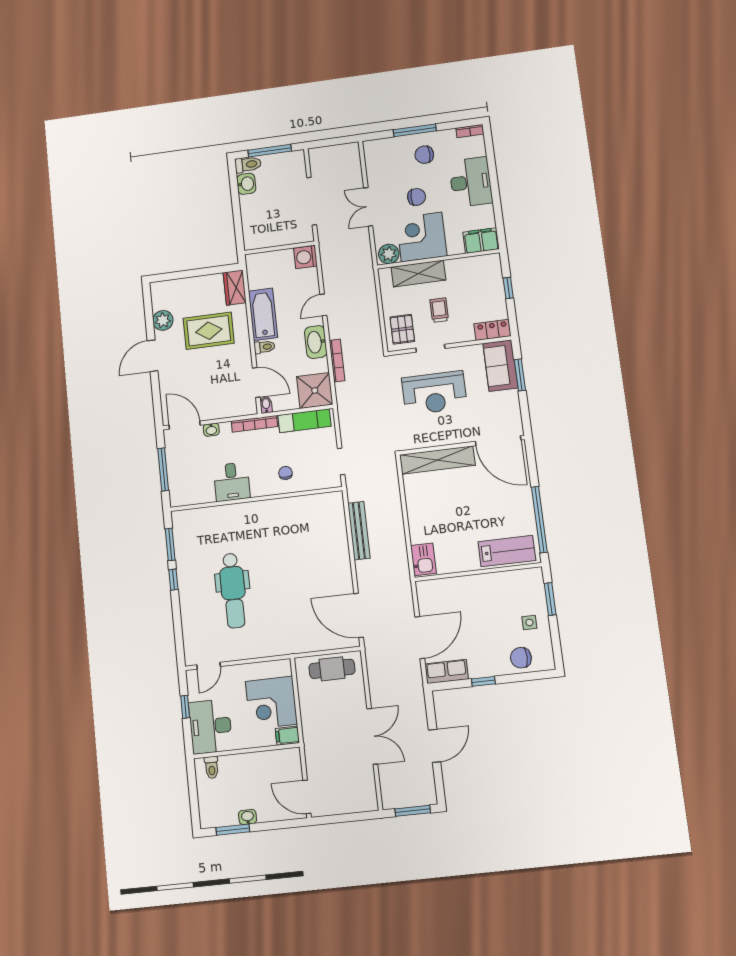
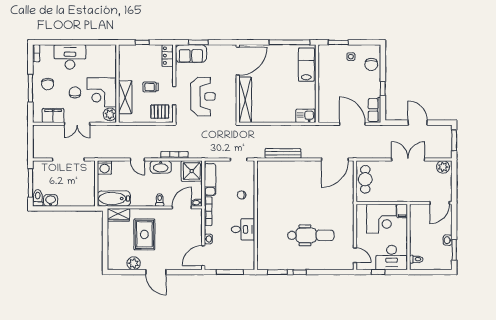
filing cabinet: (481, 241) -> (53, 116), moved, turned 90
bathtub: (263, 314) -> (114, 198), moved
plant: (367, 796) -> (443, 167), added

